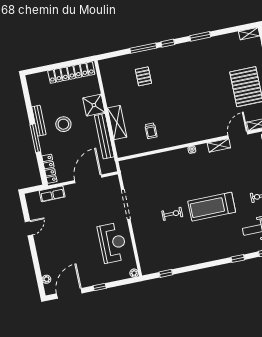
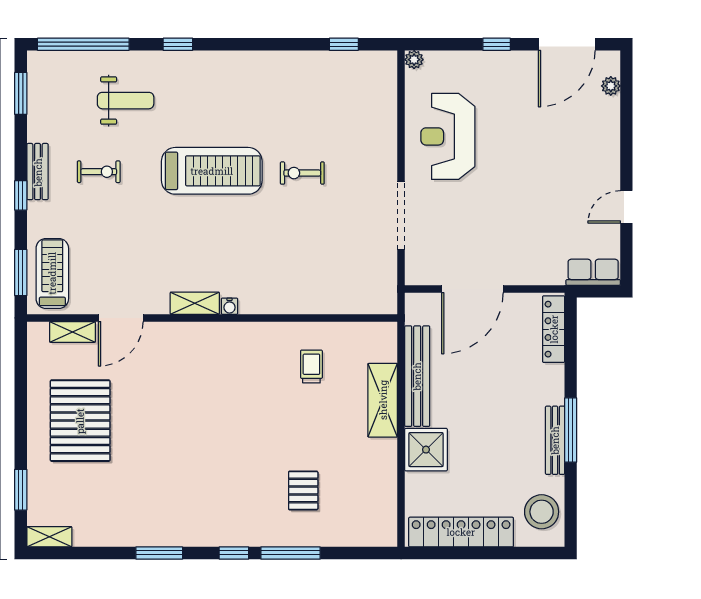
stool: (63, 124) -> (542, 512), moved
window: (35, 138) -> (571, 430), moved
shelving: (219, 145) -> (195, 303), moved
row of seats: (52, 194) -> (593, 272), moved

